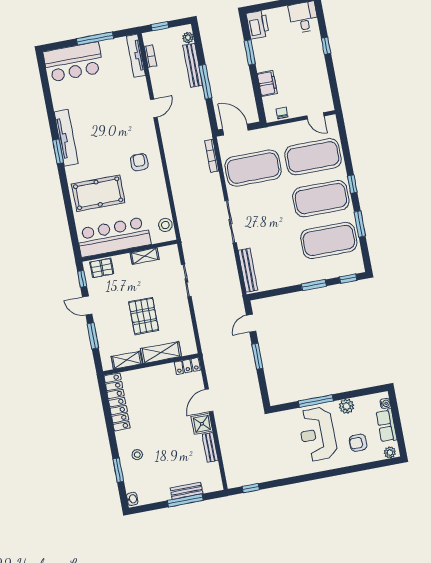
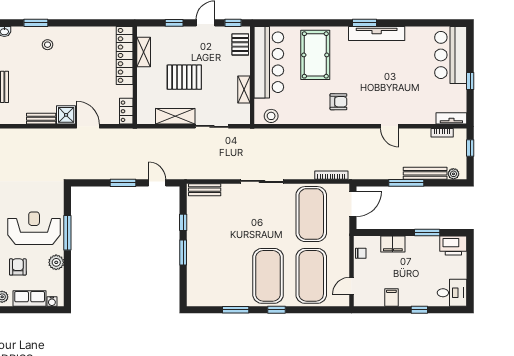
window: (95, 38) -> (470, 81), width x0.46
tv unit: (136, 56) -> (451, 118), width x0.71
filing cabinet: (319, 75) -> (391, 297), added
exercise mat: (329, 240) -> (225, 276), removed
bench: (248, 270) -> (205, 190), width x0.73
window: (348, 279) -> (183, 222), moved
window: (93, 336) -> (174, 23), width x0.67
shelving: (161, 352) -> (175, 116), moved, turned 90
locker: (117, 402) -> (125, 55), moved, turned 90

